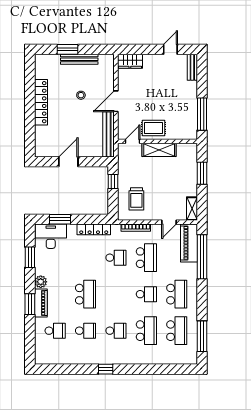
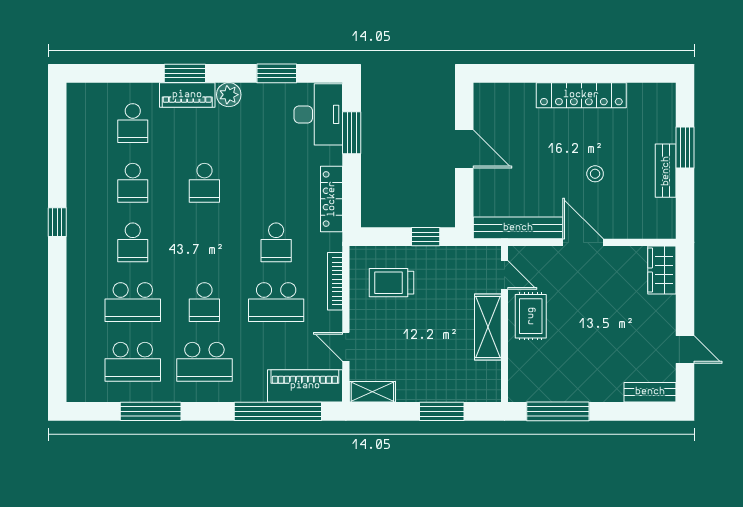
bench: (79, 59) -> (666, 171), width x0.73
school desk: (86, 294) -> (204, 183), width x0.54
window: (202, 336) -> (151, 411), moved

